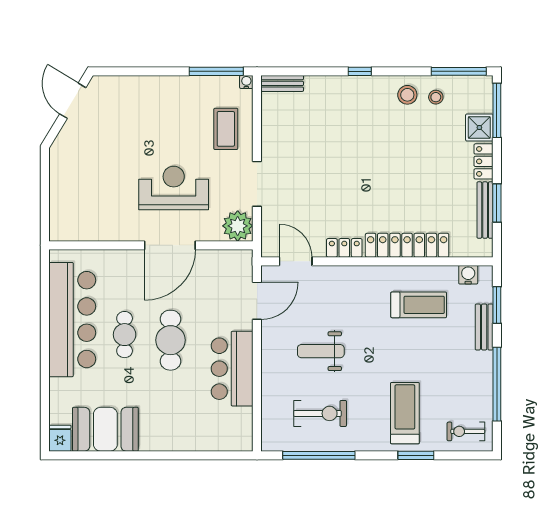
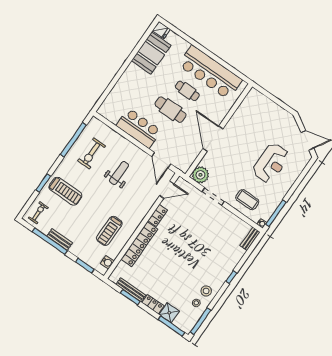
reception desk: (174, 188) -> (271, 163), moved
bench: (484, 327) -> (60, 239), moved

